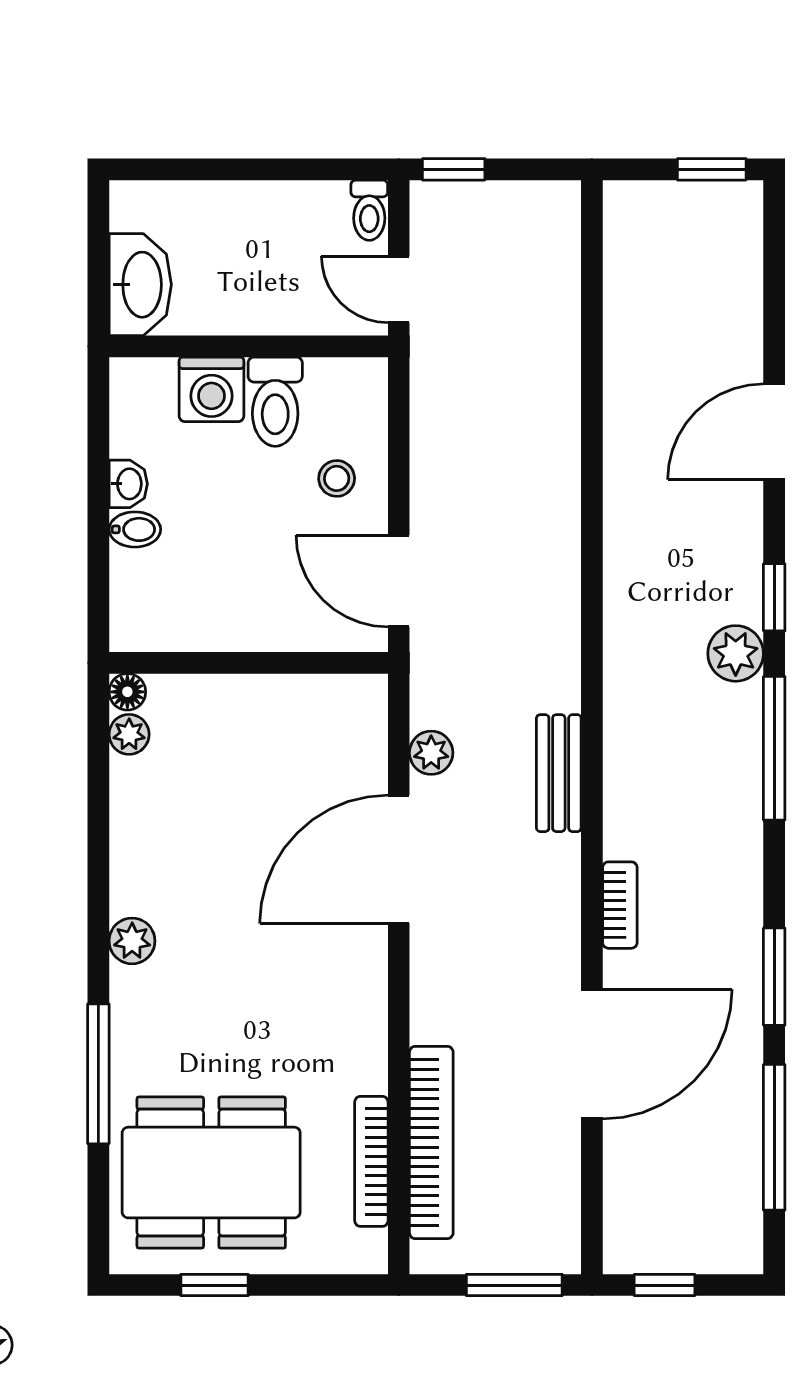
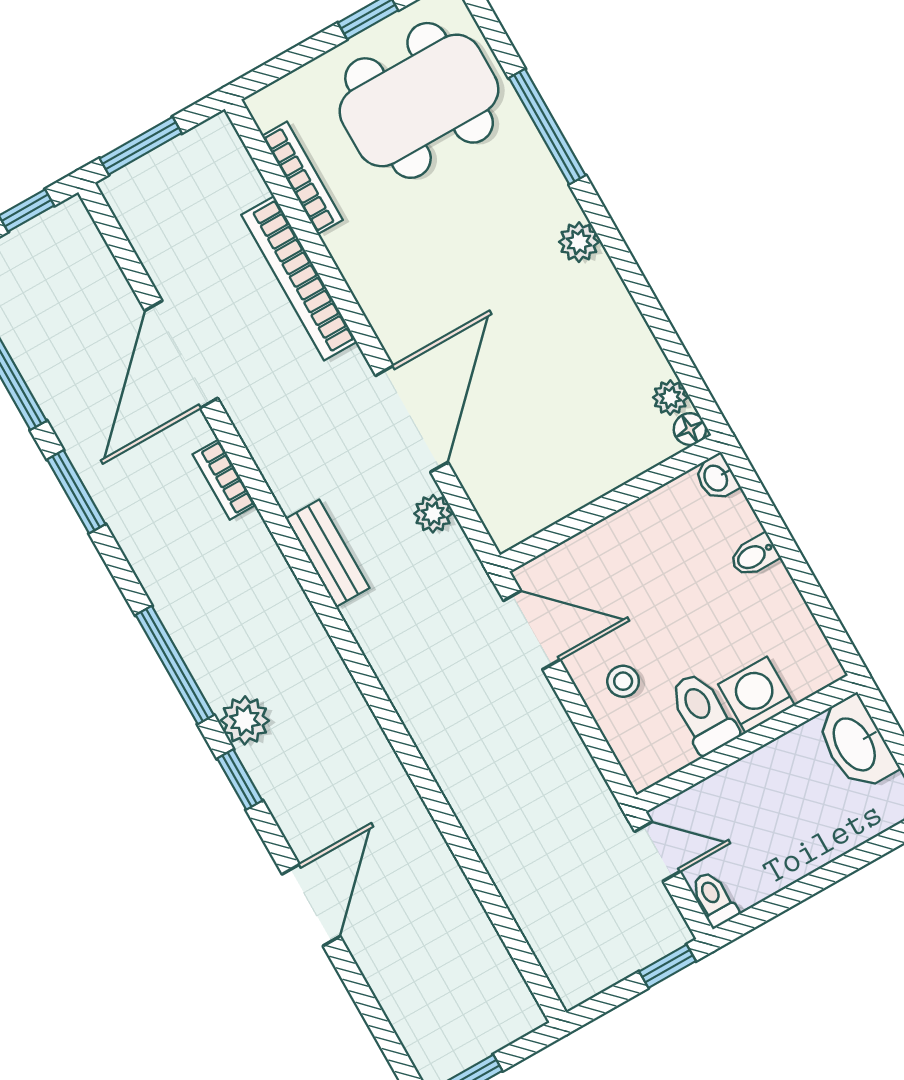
washbasin: (128, 484) -> (717, 478), moved
bookcase: (431, 1142) -> (299, 278), moved

